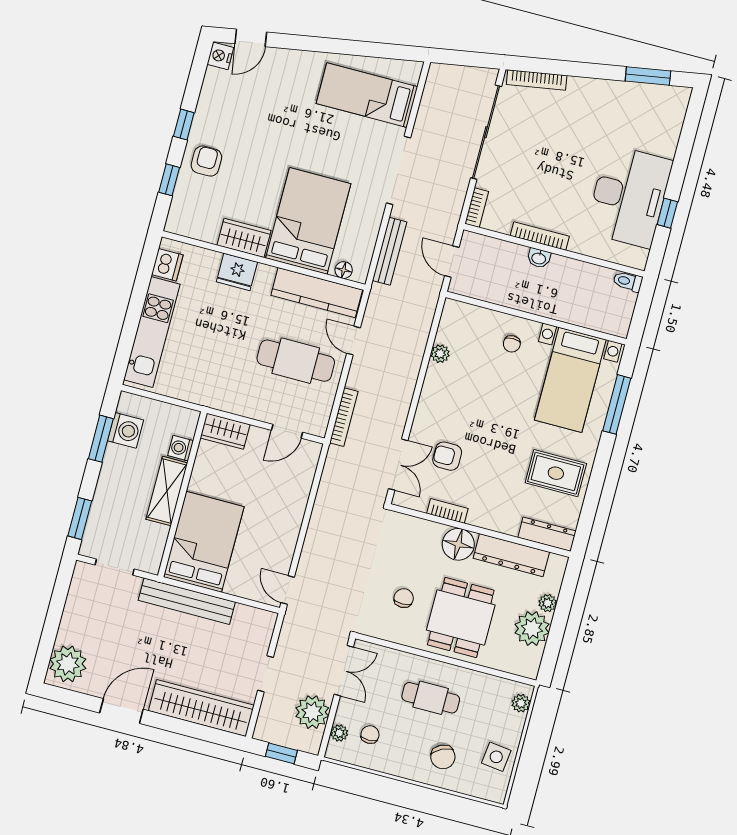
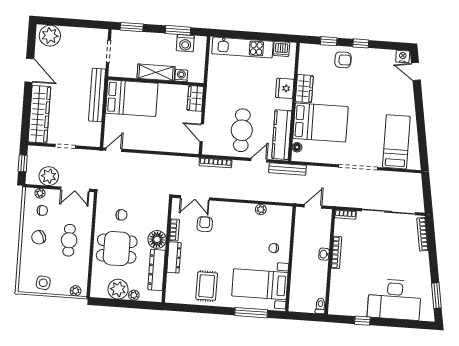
desk: (629, 196) -> (394, 299), moved
bench: (390, 251) -> (287, 169), moved
dresser: (547, 534) -> (174, 257), moved
chair: (443, 757) -> (39, 237), moved

